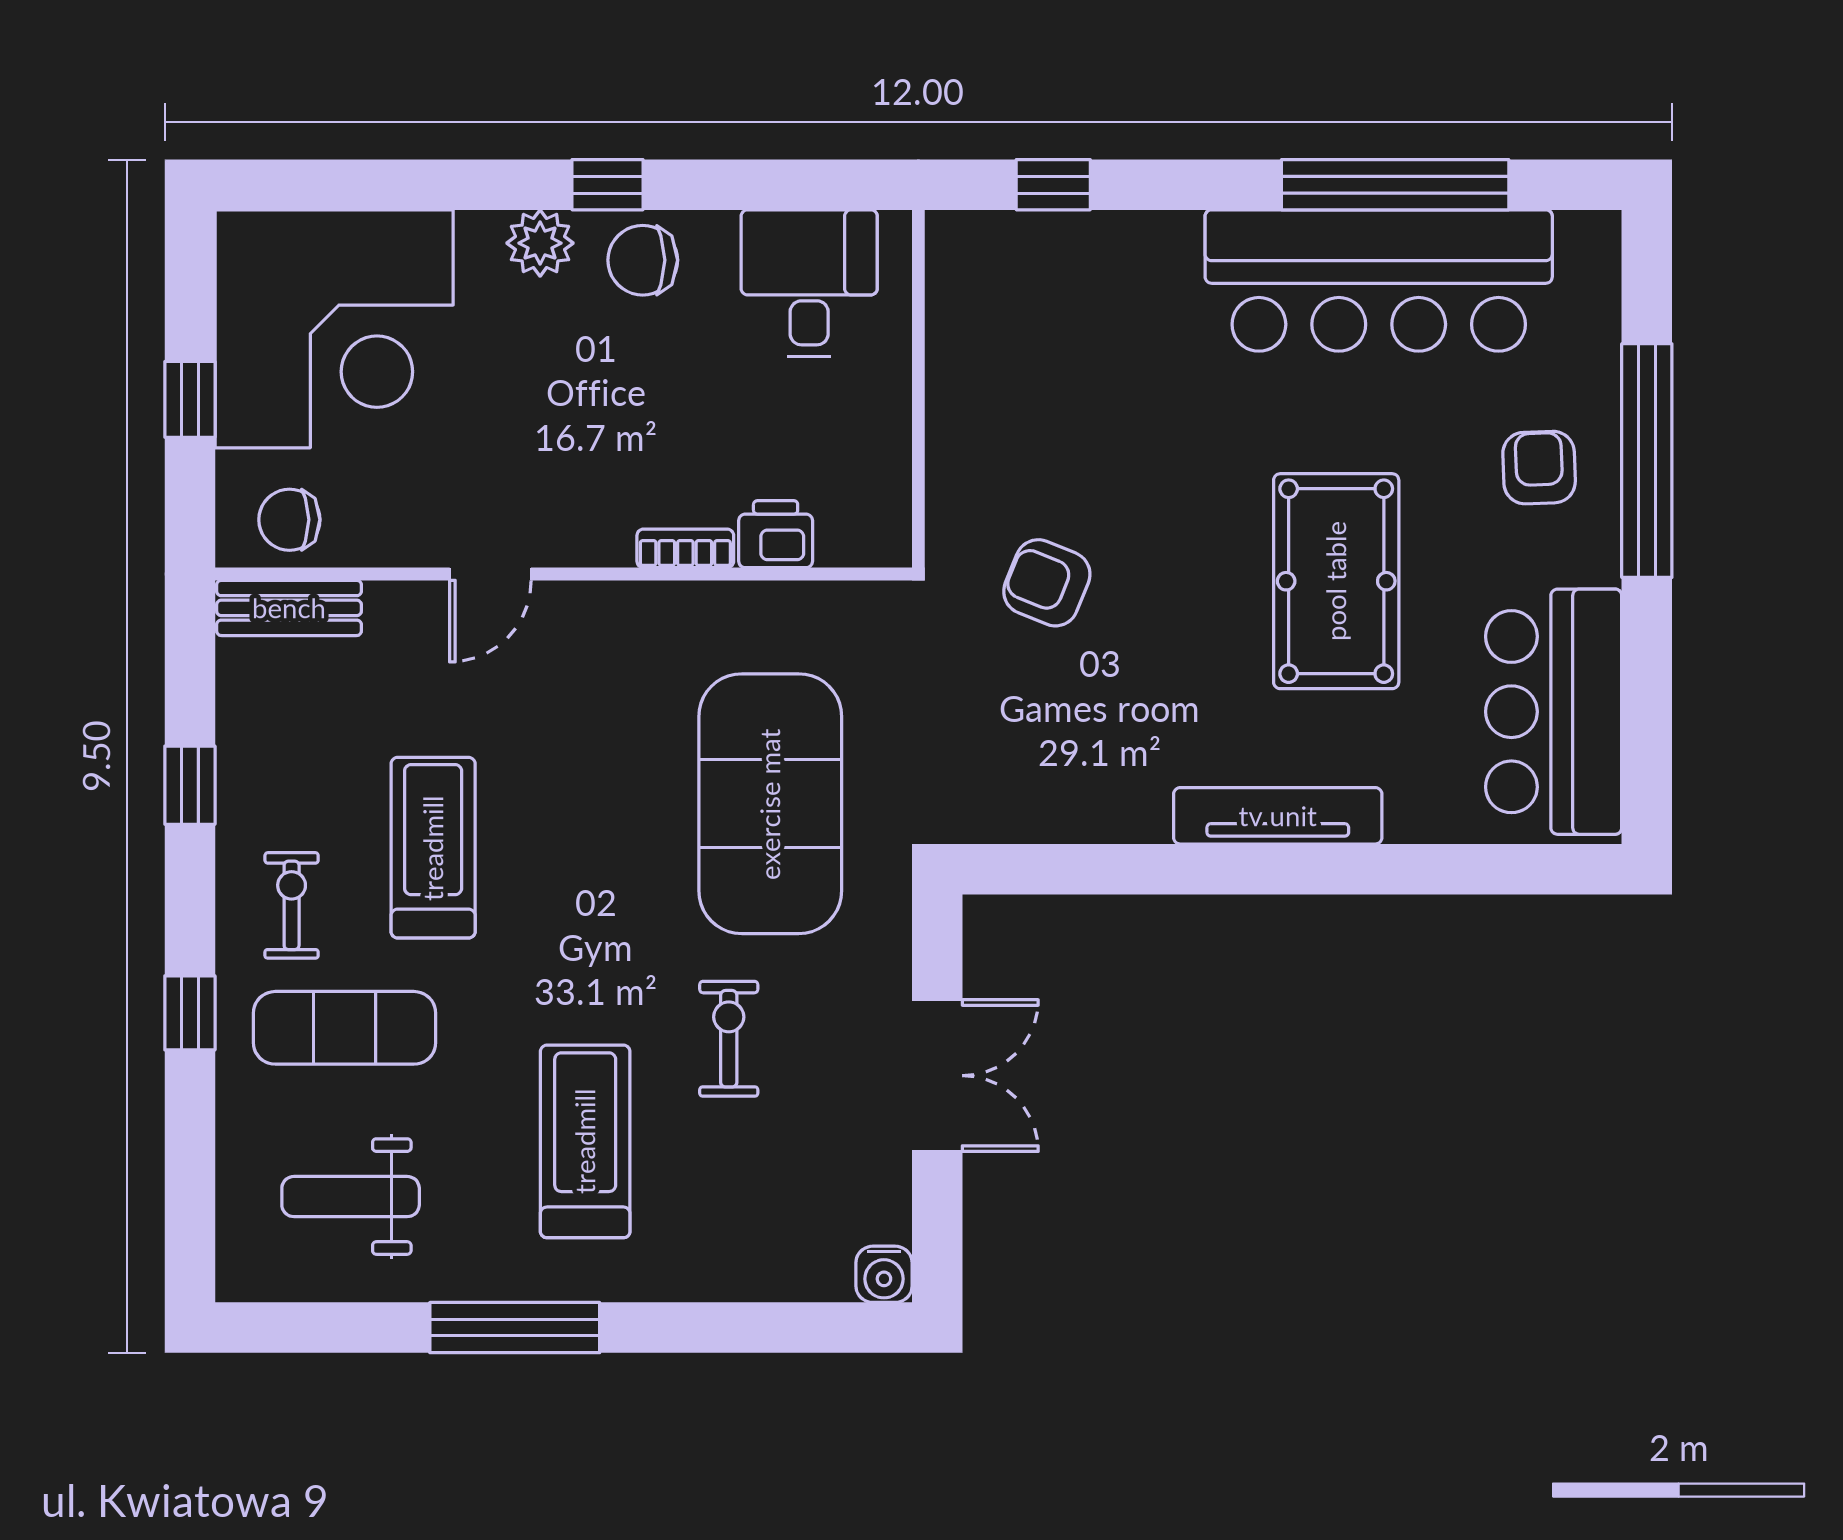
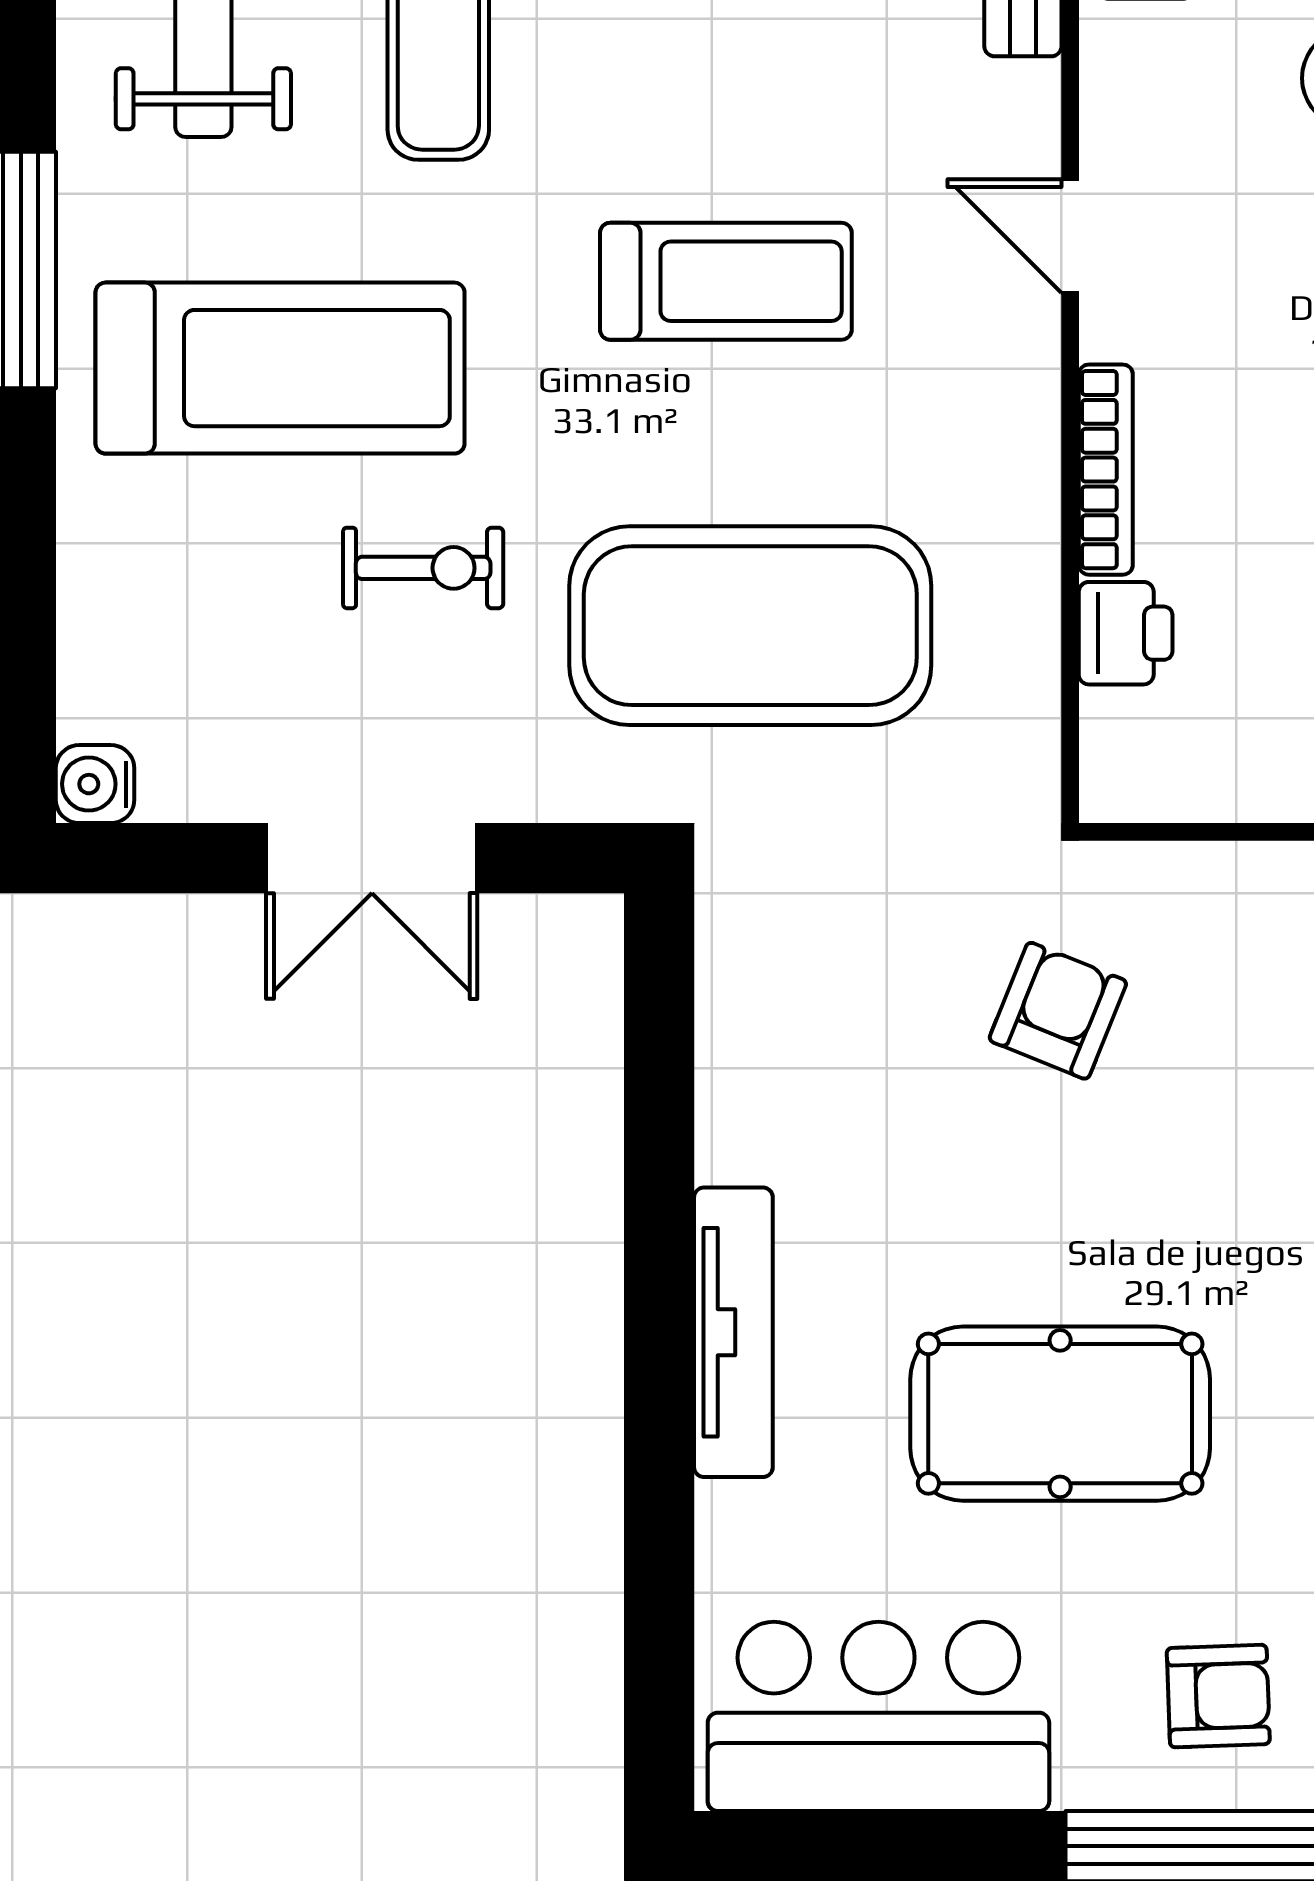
bookcase: (685, 548) -> (1106, 470), width x1.56
treadmill: (433, 848) -> (726, 281), moved
treadmill: (585, 1141) -> (280, 368), width x1.37, depth x1.38

